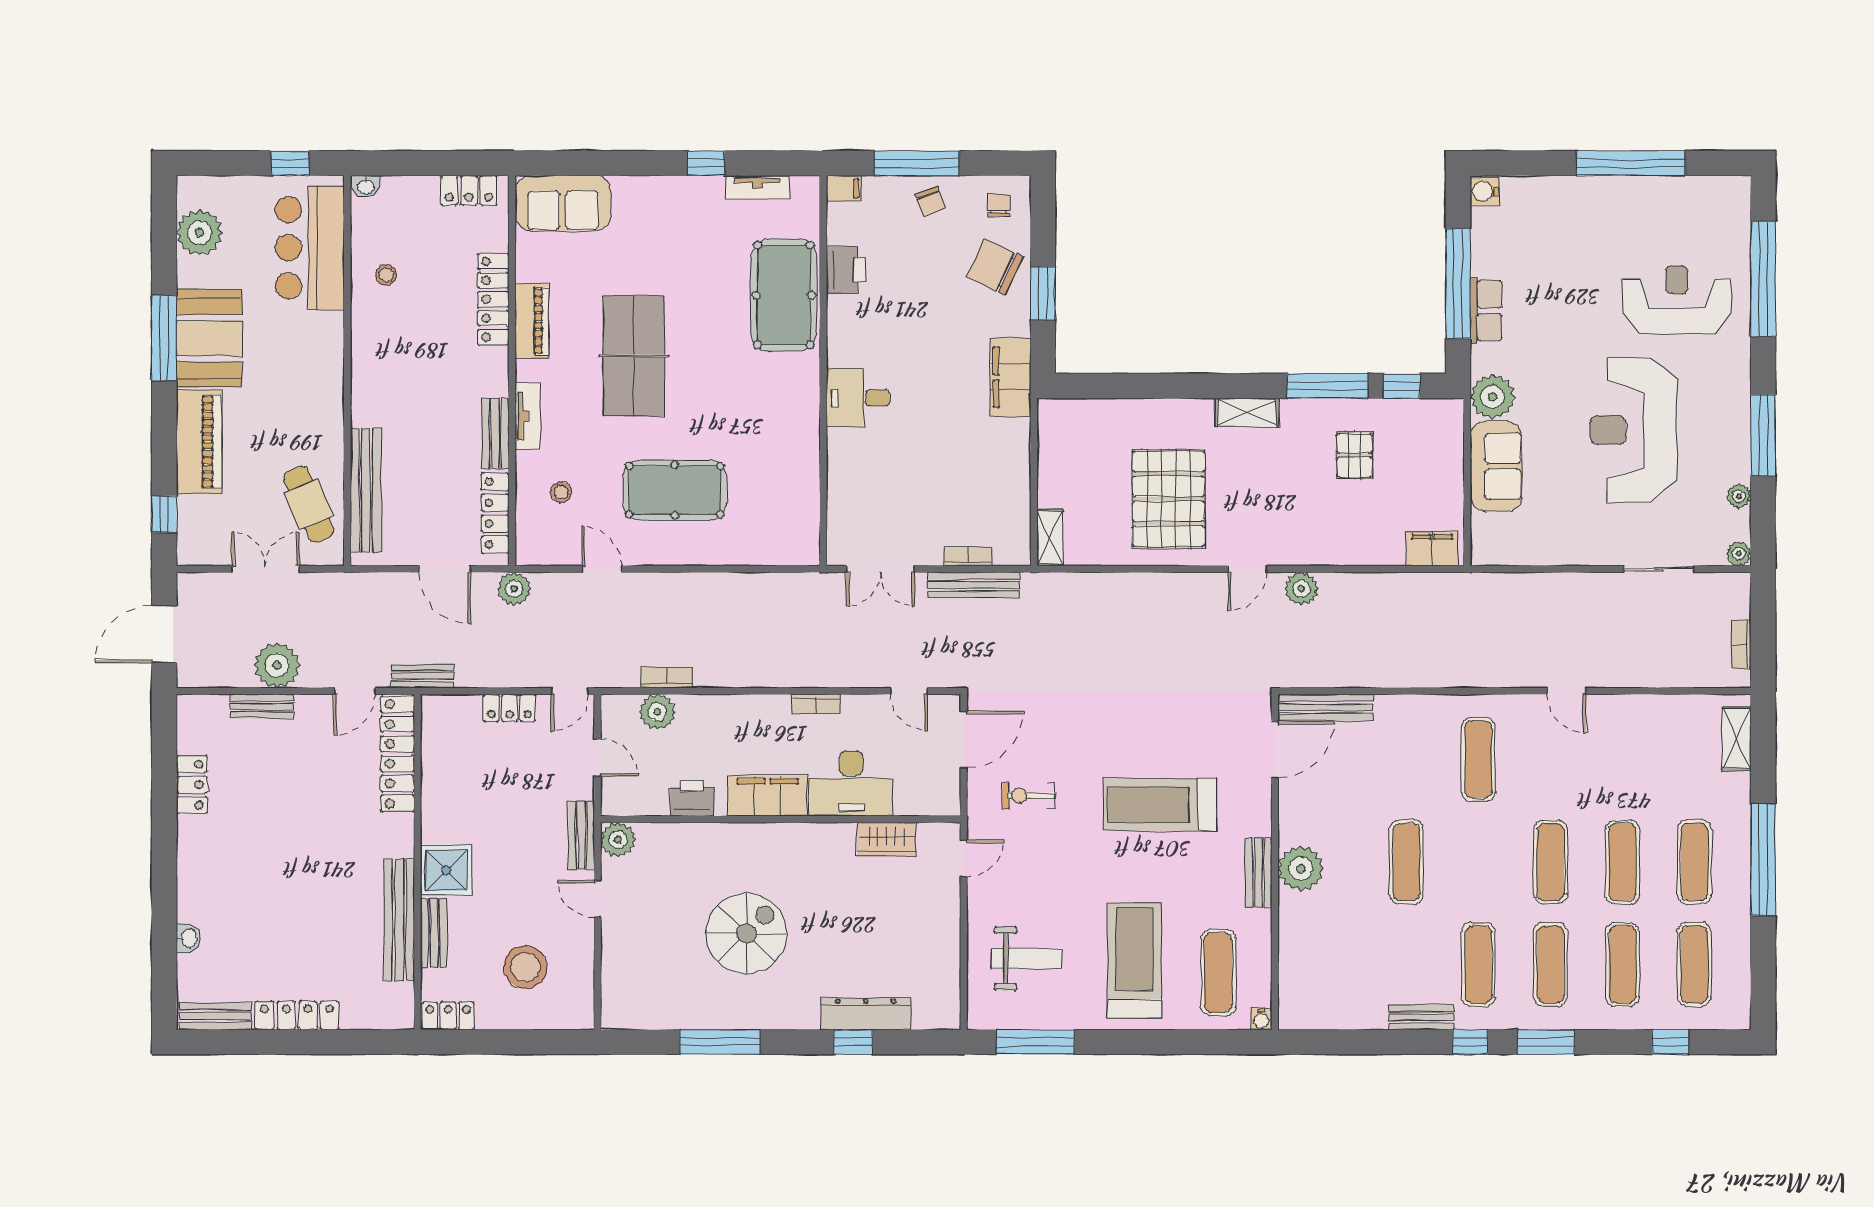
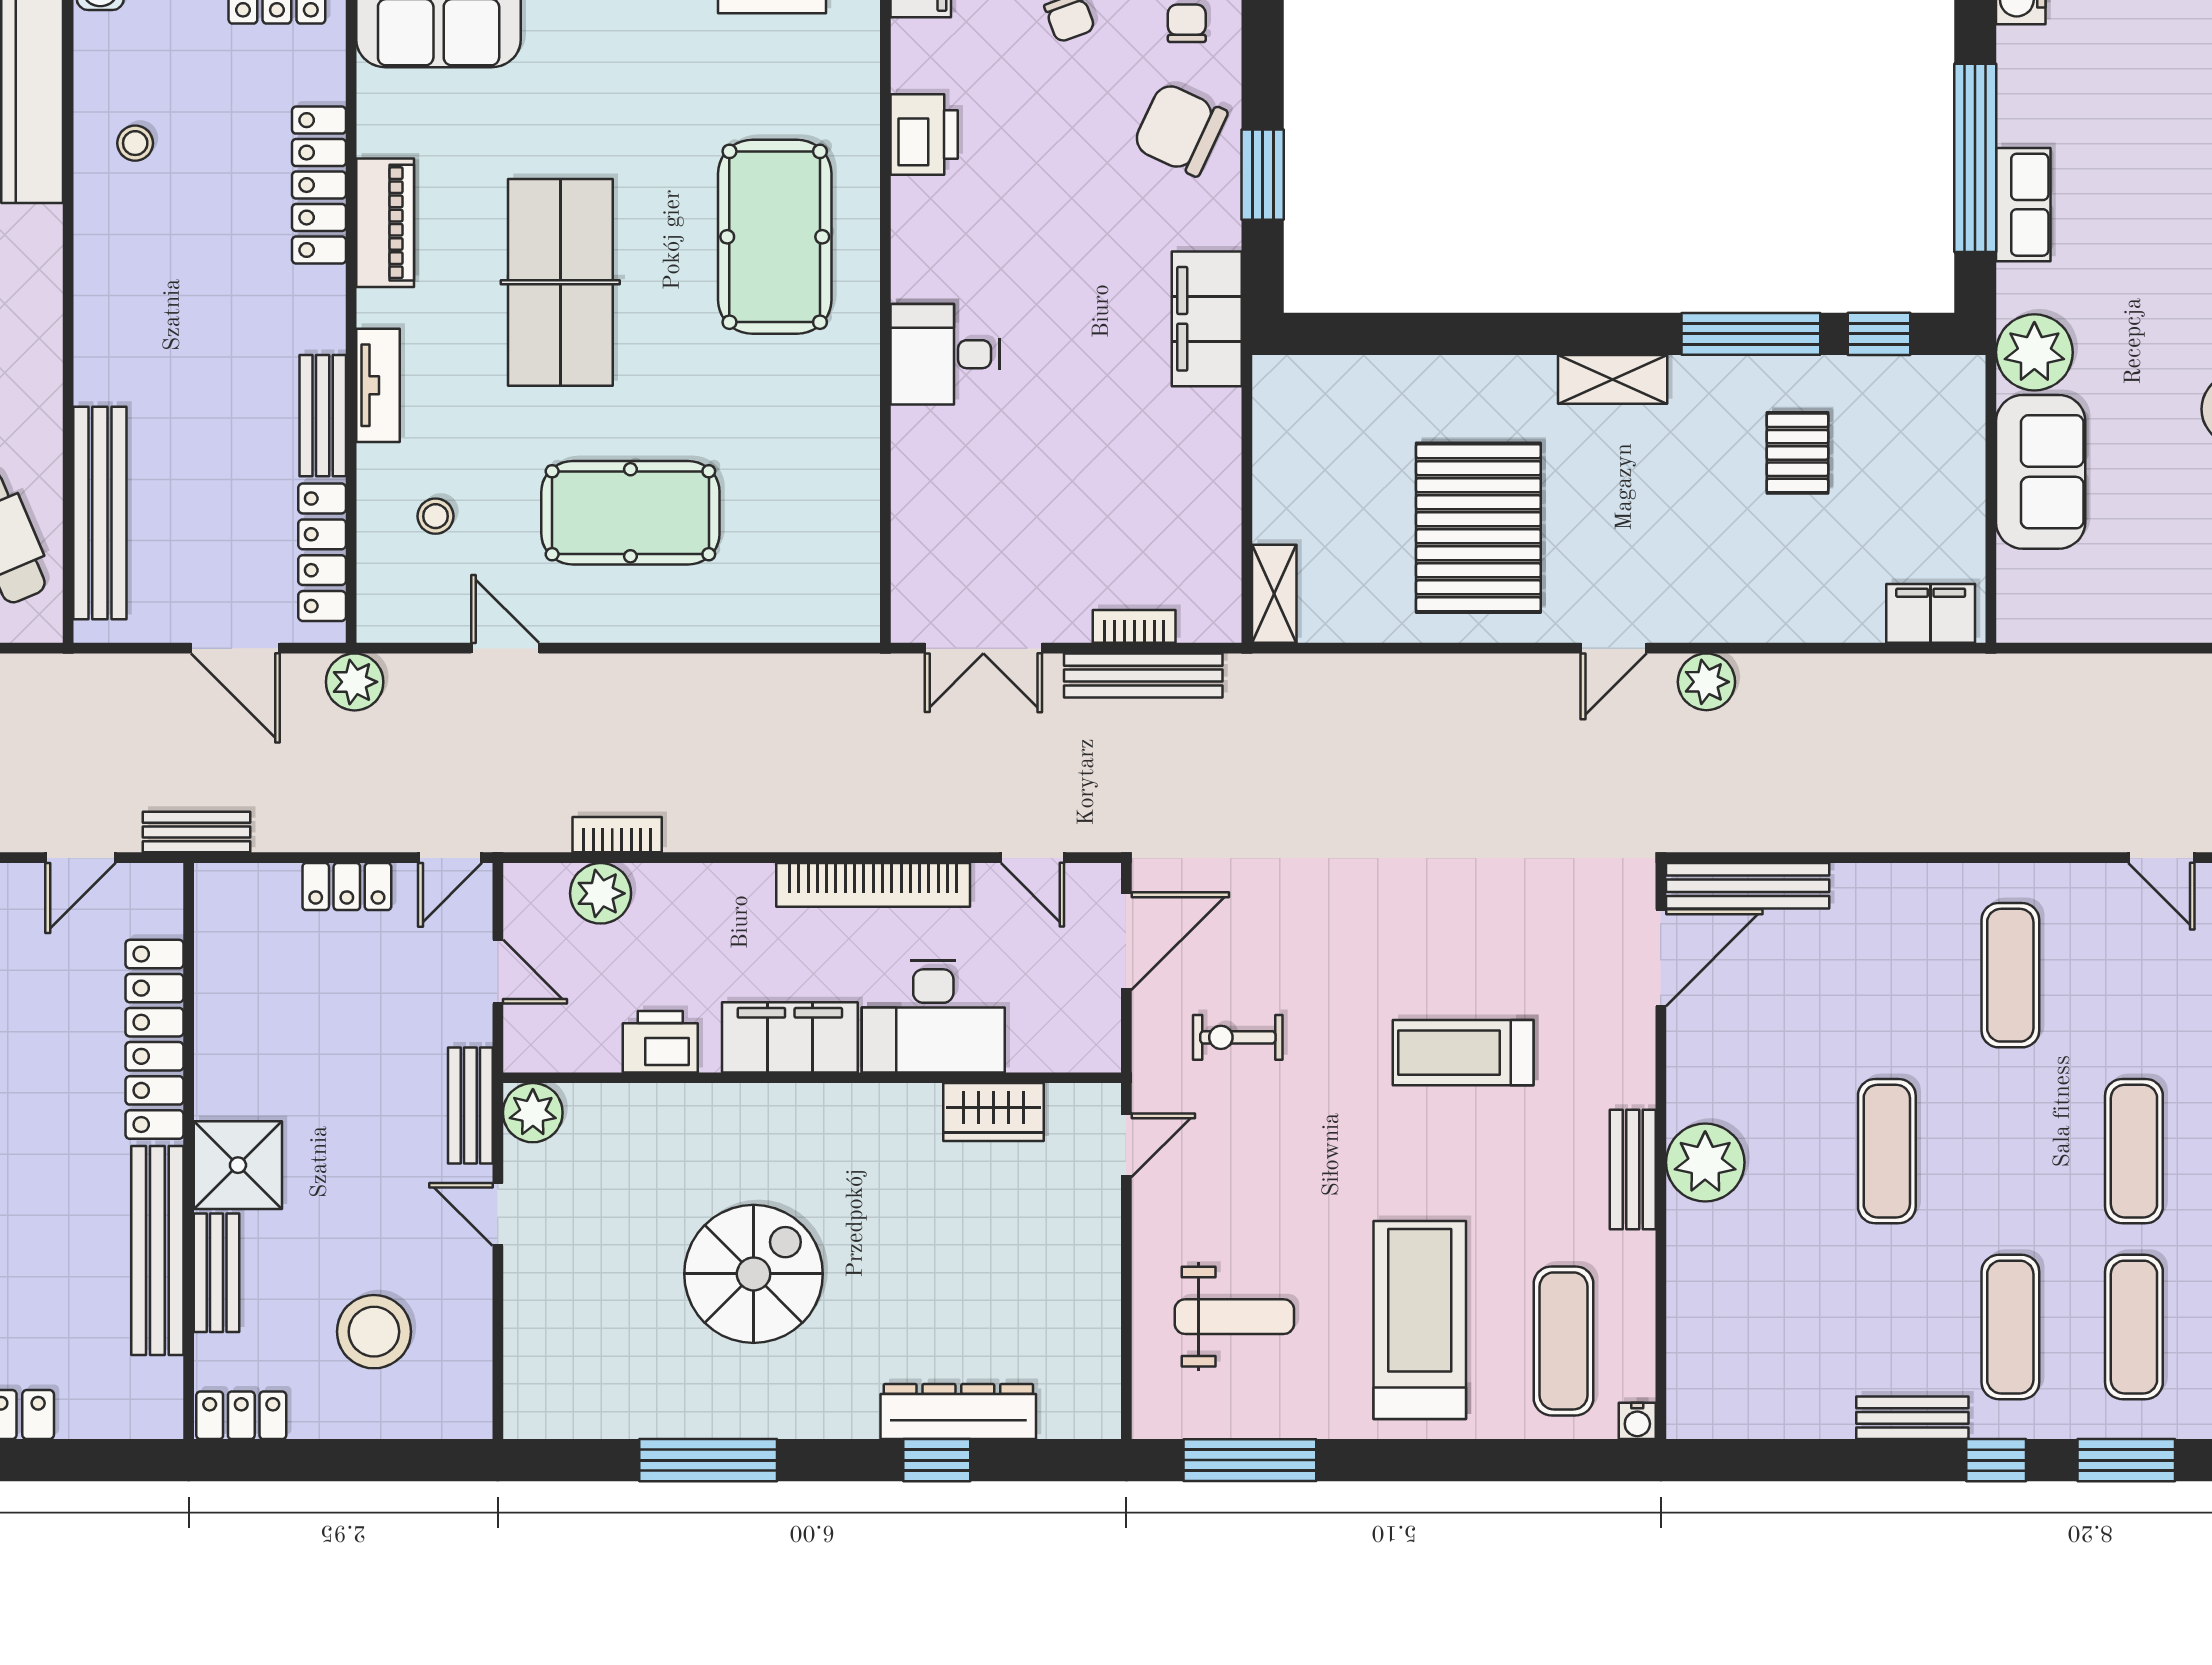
pool table: (784, 295) -> (775, 237), moved
bookcase: (816, 704) -> (873, 885), width x2.31, depth x1.31
locker: (398, 754) -> (155, 1039), moved
treadmill: (1160, 805) -> (1463, 1053), width x0.73, depth x0.73

